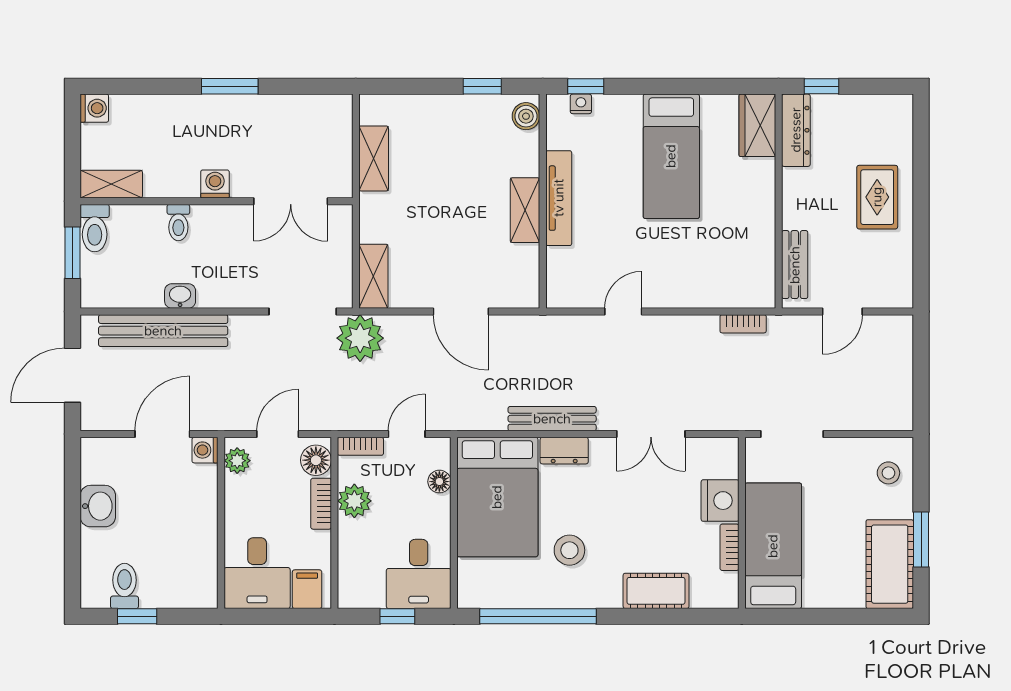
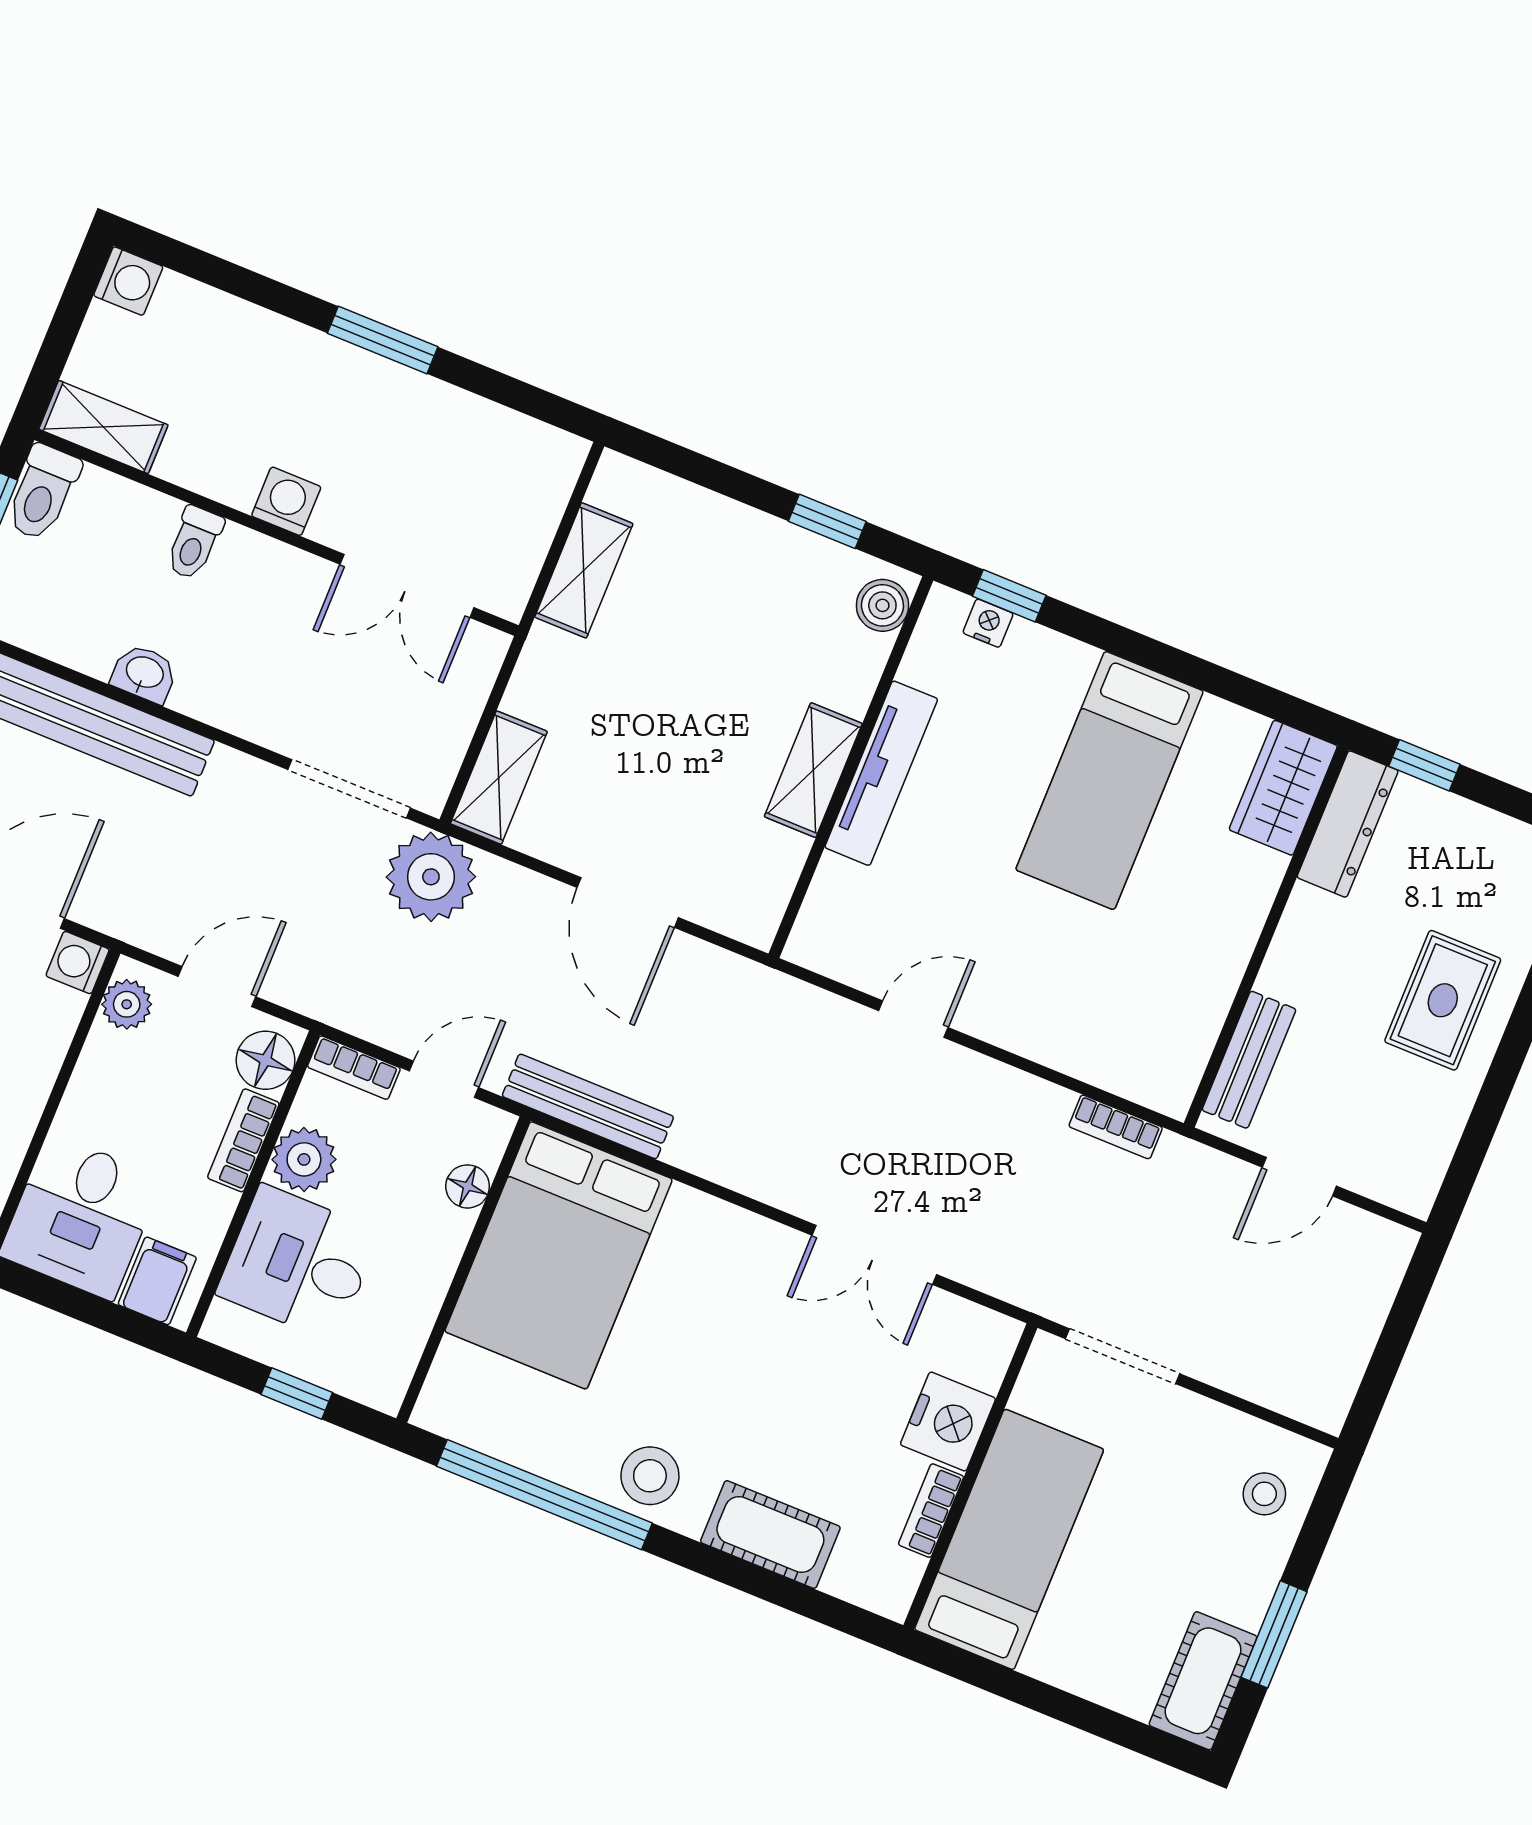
bench: (552, 419) -> (588, 1106), moved
dresser: (564, 451) -> (710, 1222), removed
stool: (569, 550) -> (650, 1476), moved
cot: (890, 564) -> (1203, 1681), width x0.73, depth x0.75
desk: (419, 574) -> (298, 1263), moved, turned 90

